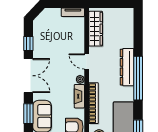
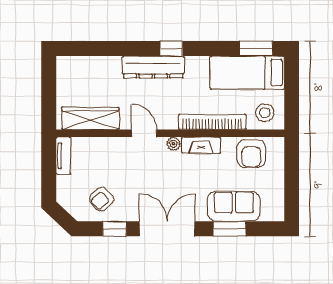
armchair: (46, 36) -> (102, 199), added
door: (87, 62) -> (144, 133), swing flipped
window: (138, 78) -> (171, 49), width x0.32

